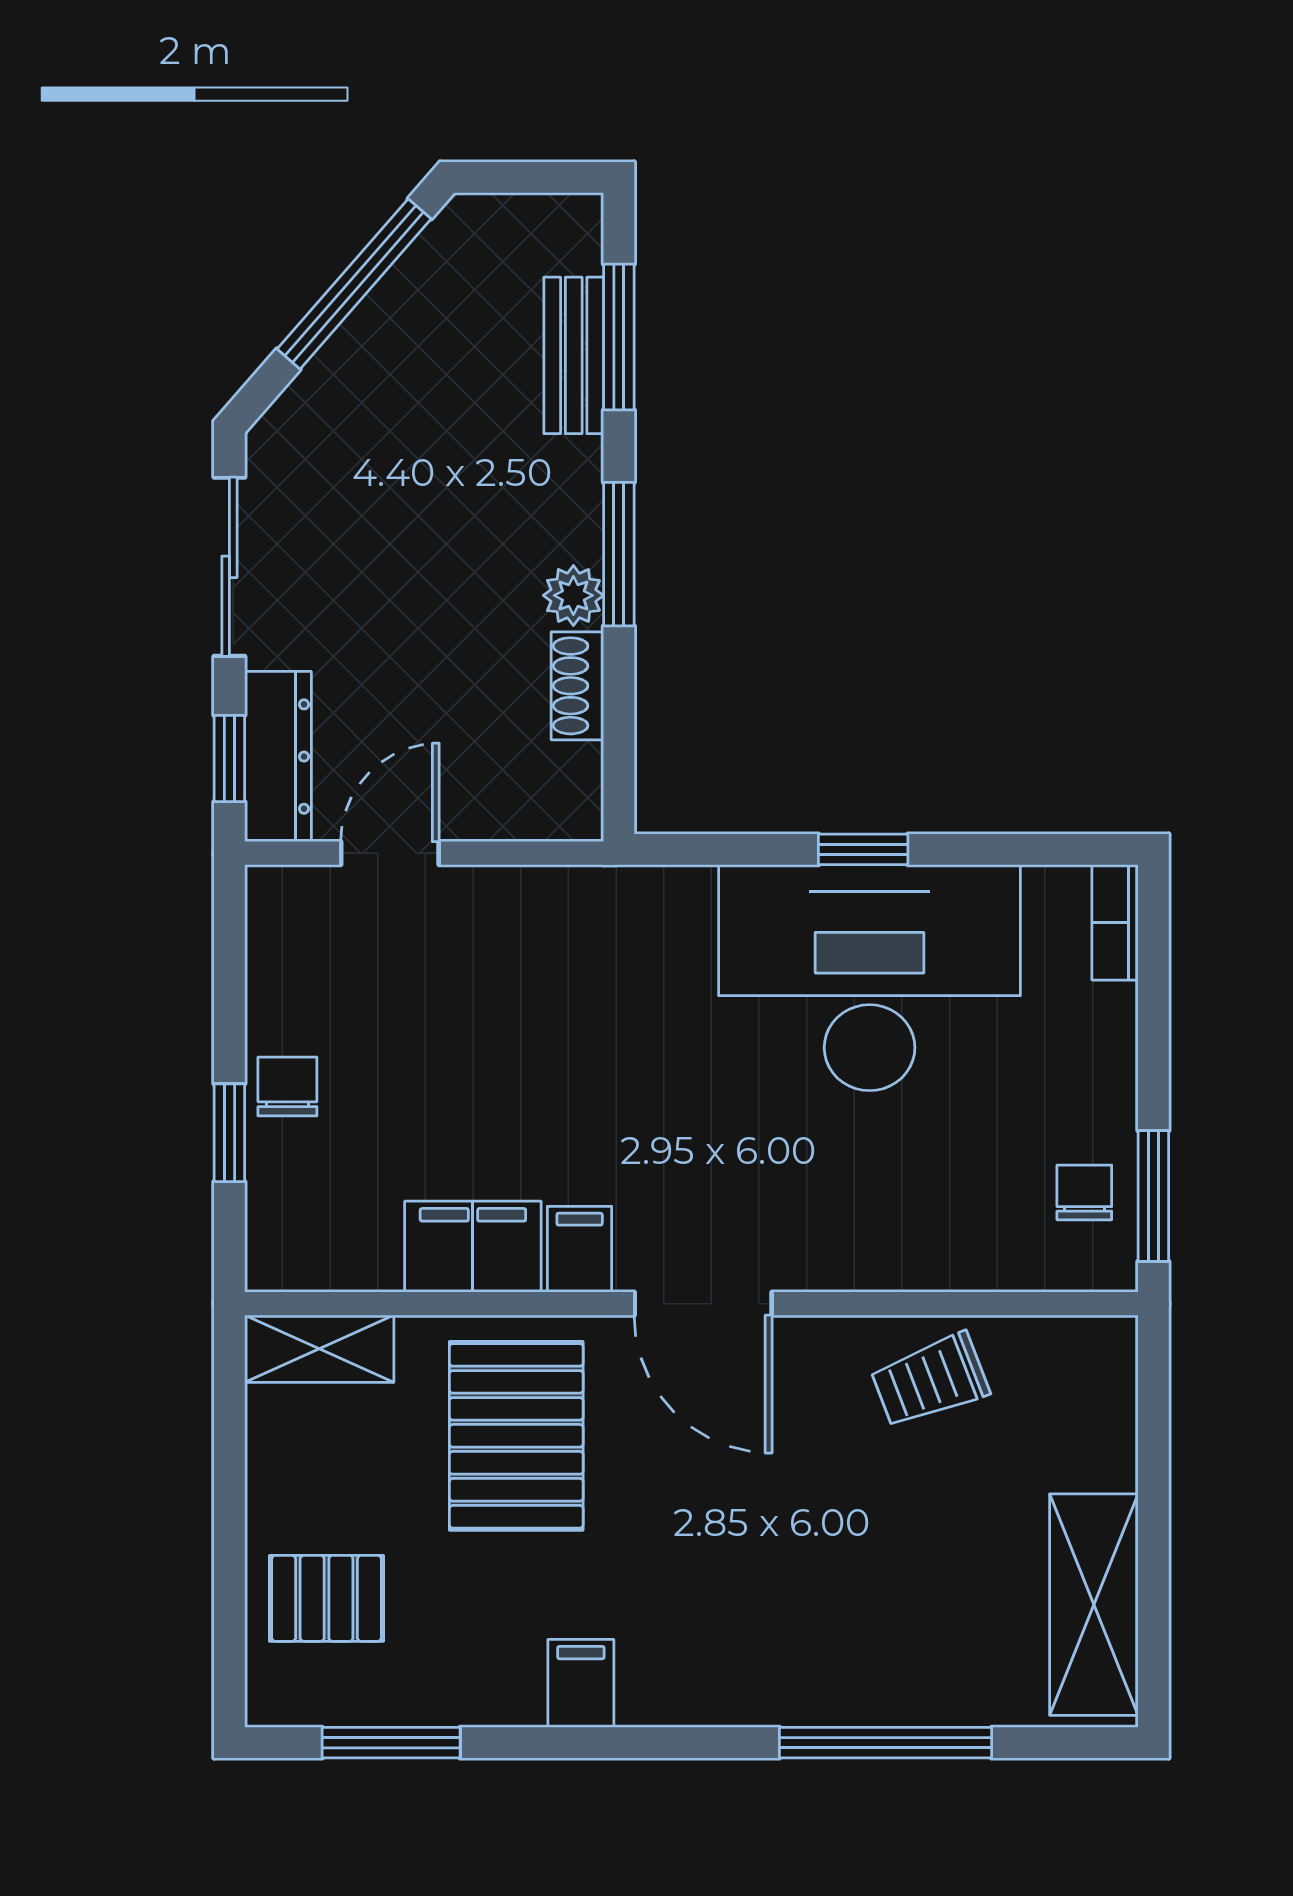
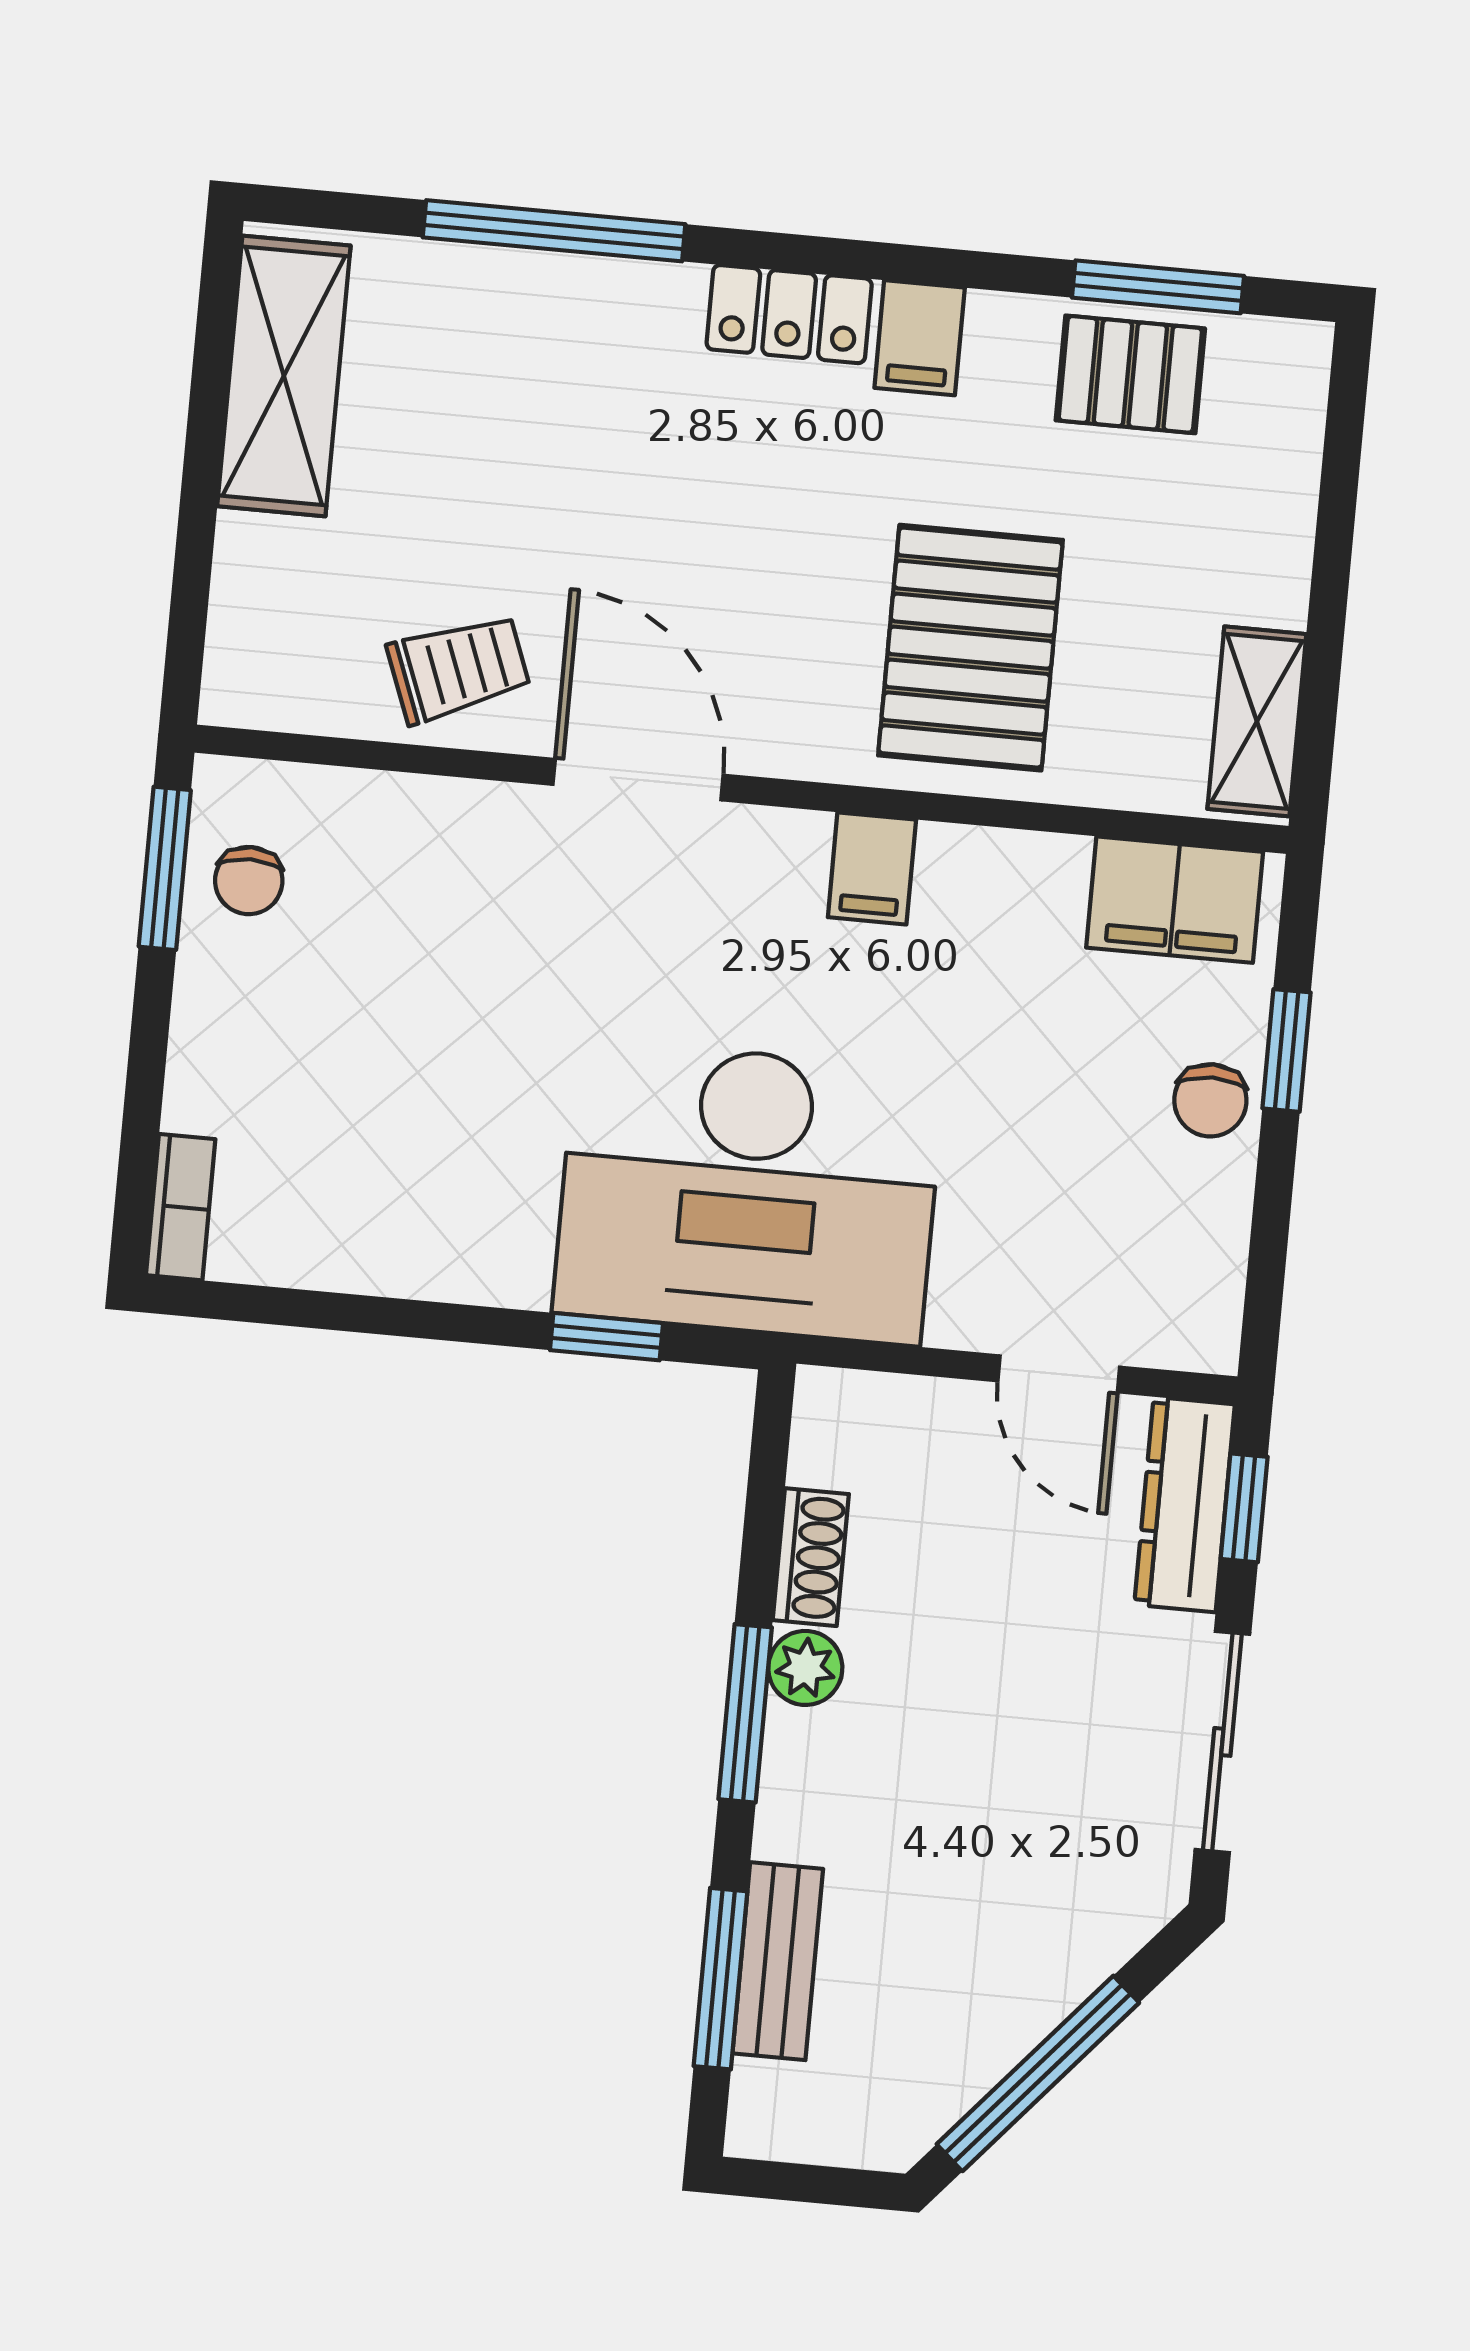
window: (863, 849) -> (606, 1337), moved
door: (390, 853) -> (1059, 1374), hinge flipped
desk: (870, 978) -> (749, 1192), moved
filing cabinet: (473, 1247) -> (1175, 900), moved
door: (703, 1304) -> (638, 780), moved
shelving: (319, 1349) -> (1257, 721), moved, turned 90
pallet: (326, 1598) -> (1130, 374), moved
locker: (688, 1693) -> (789, 314), added

